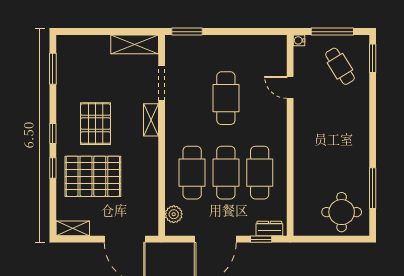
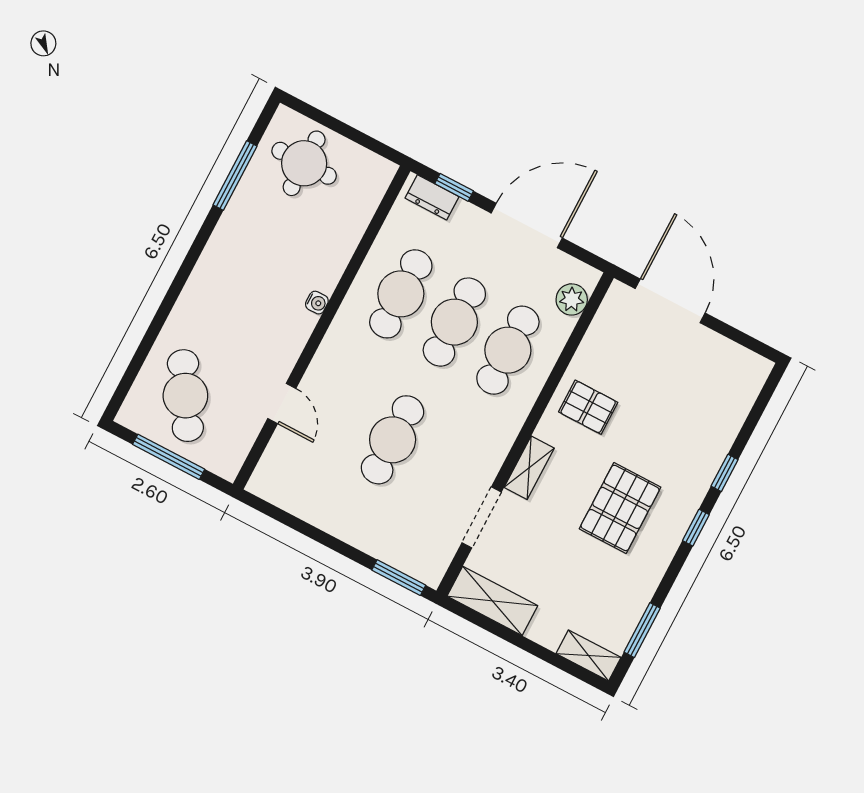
water cooler: (299, 40) -> (317, 303), moved
window: (373, 58) -> (127, 381), removed
cafe table: (340, 66) -> (185, 396), width x1.37, depth x1.35
pallet: (93, 176) -> (588, 407), moved, width x0.49, depth x0.50
shelving: (73, 228) -> (589, 655), moved

